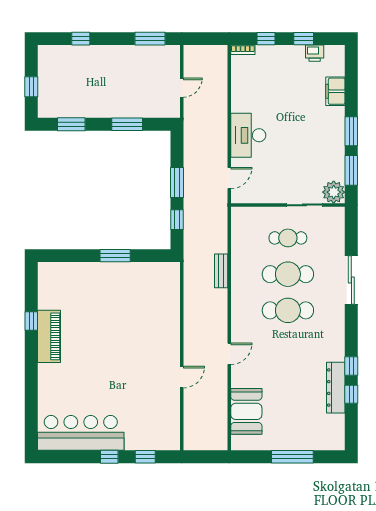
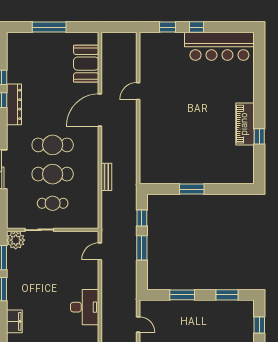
door: (182, 88) -> (138, 324), swing flipped
desk: (248, 135) -> (85, 307), moved
door: (229, 354) -> (100, 110), width x1.87
dresser: (336, 388) -> (14, 104), moved

